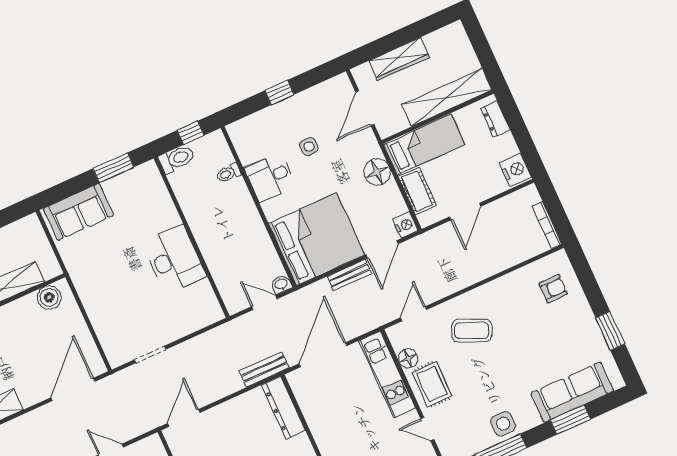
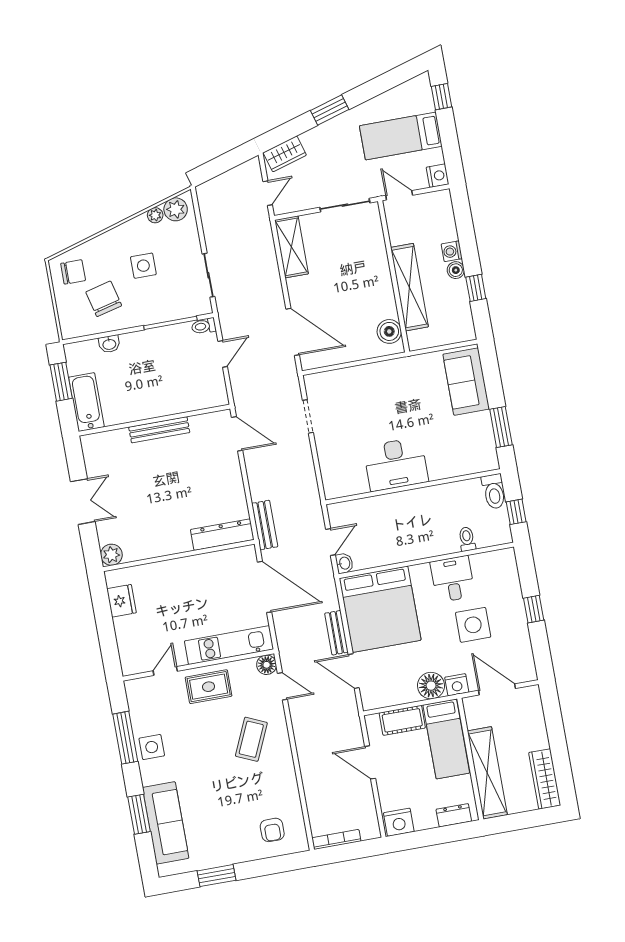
wardrobe: (399, 59) -> (545, 779), moved
side table: (309, 147) -> (473, 625), width x1.87, depth x1.87
nightstand: (405, 225) -> (457, 685), moved
floor lamp: (408, 358) -> (267, 665), moved

